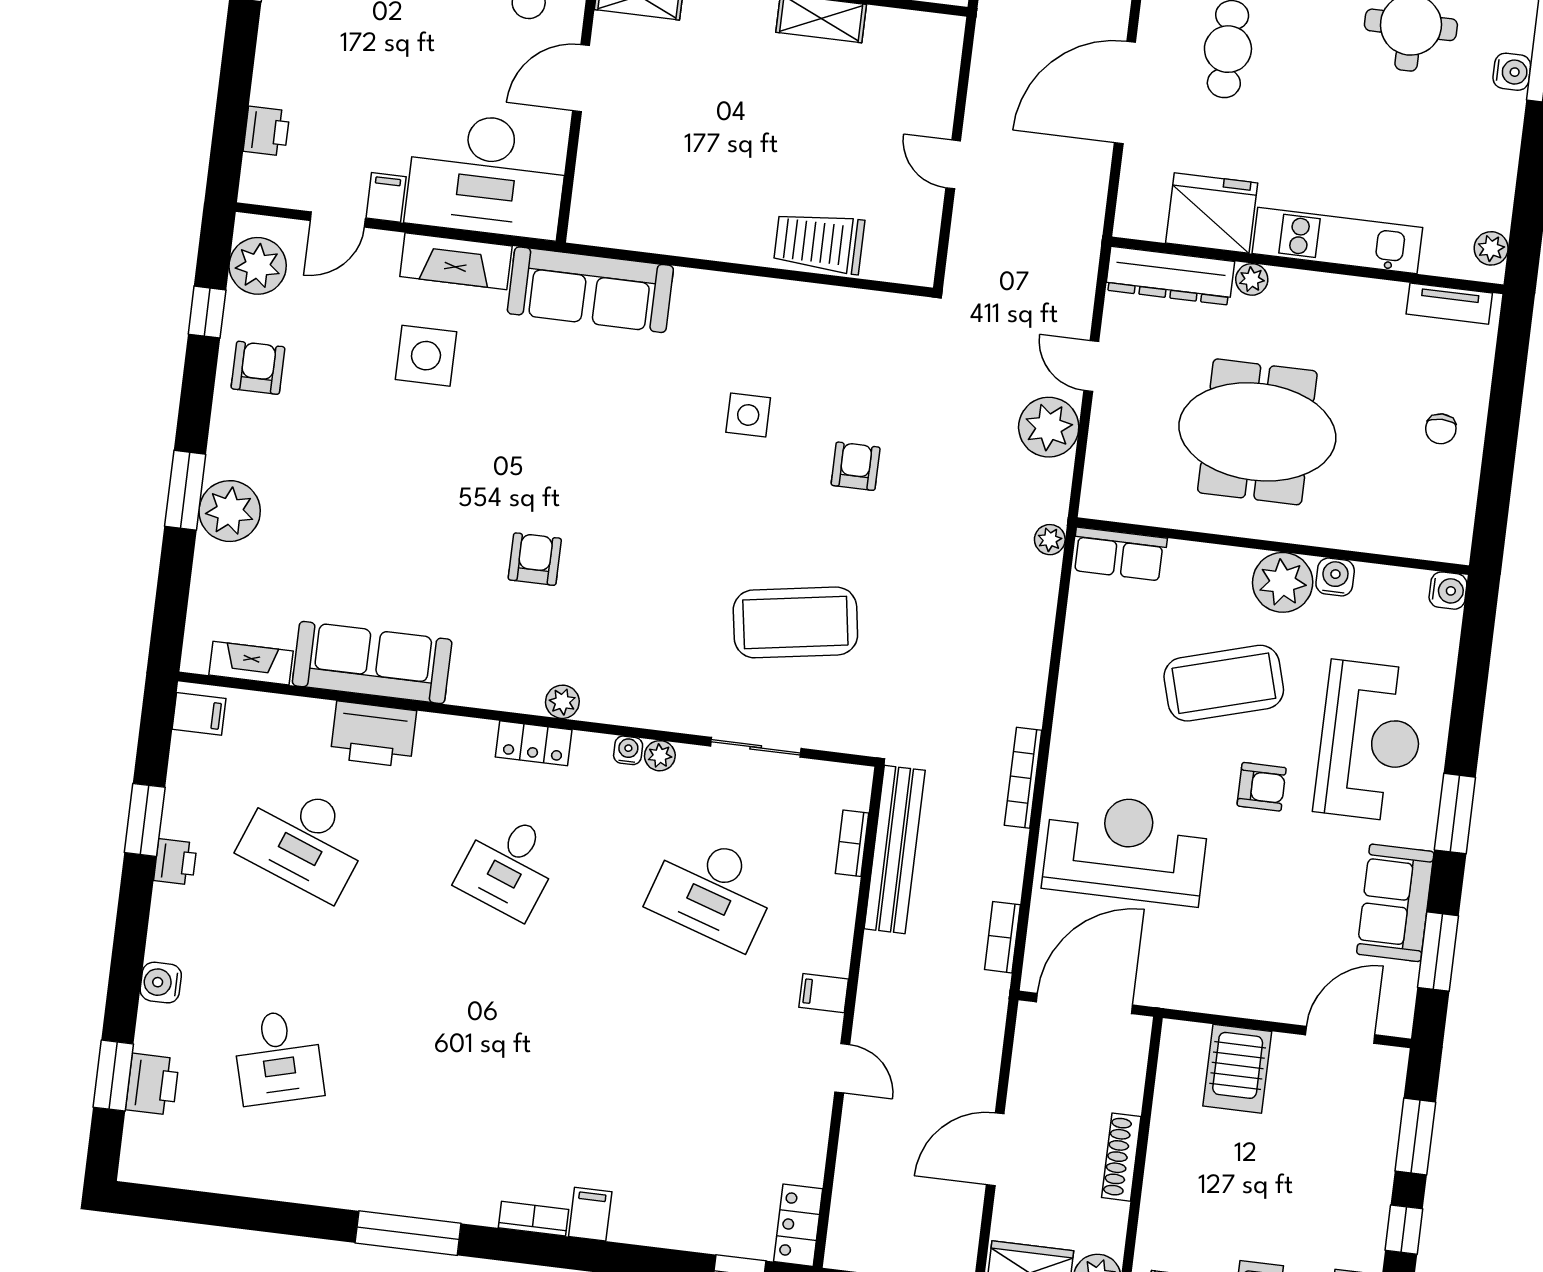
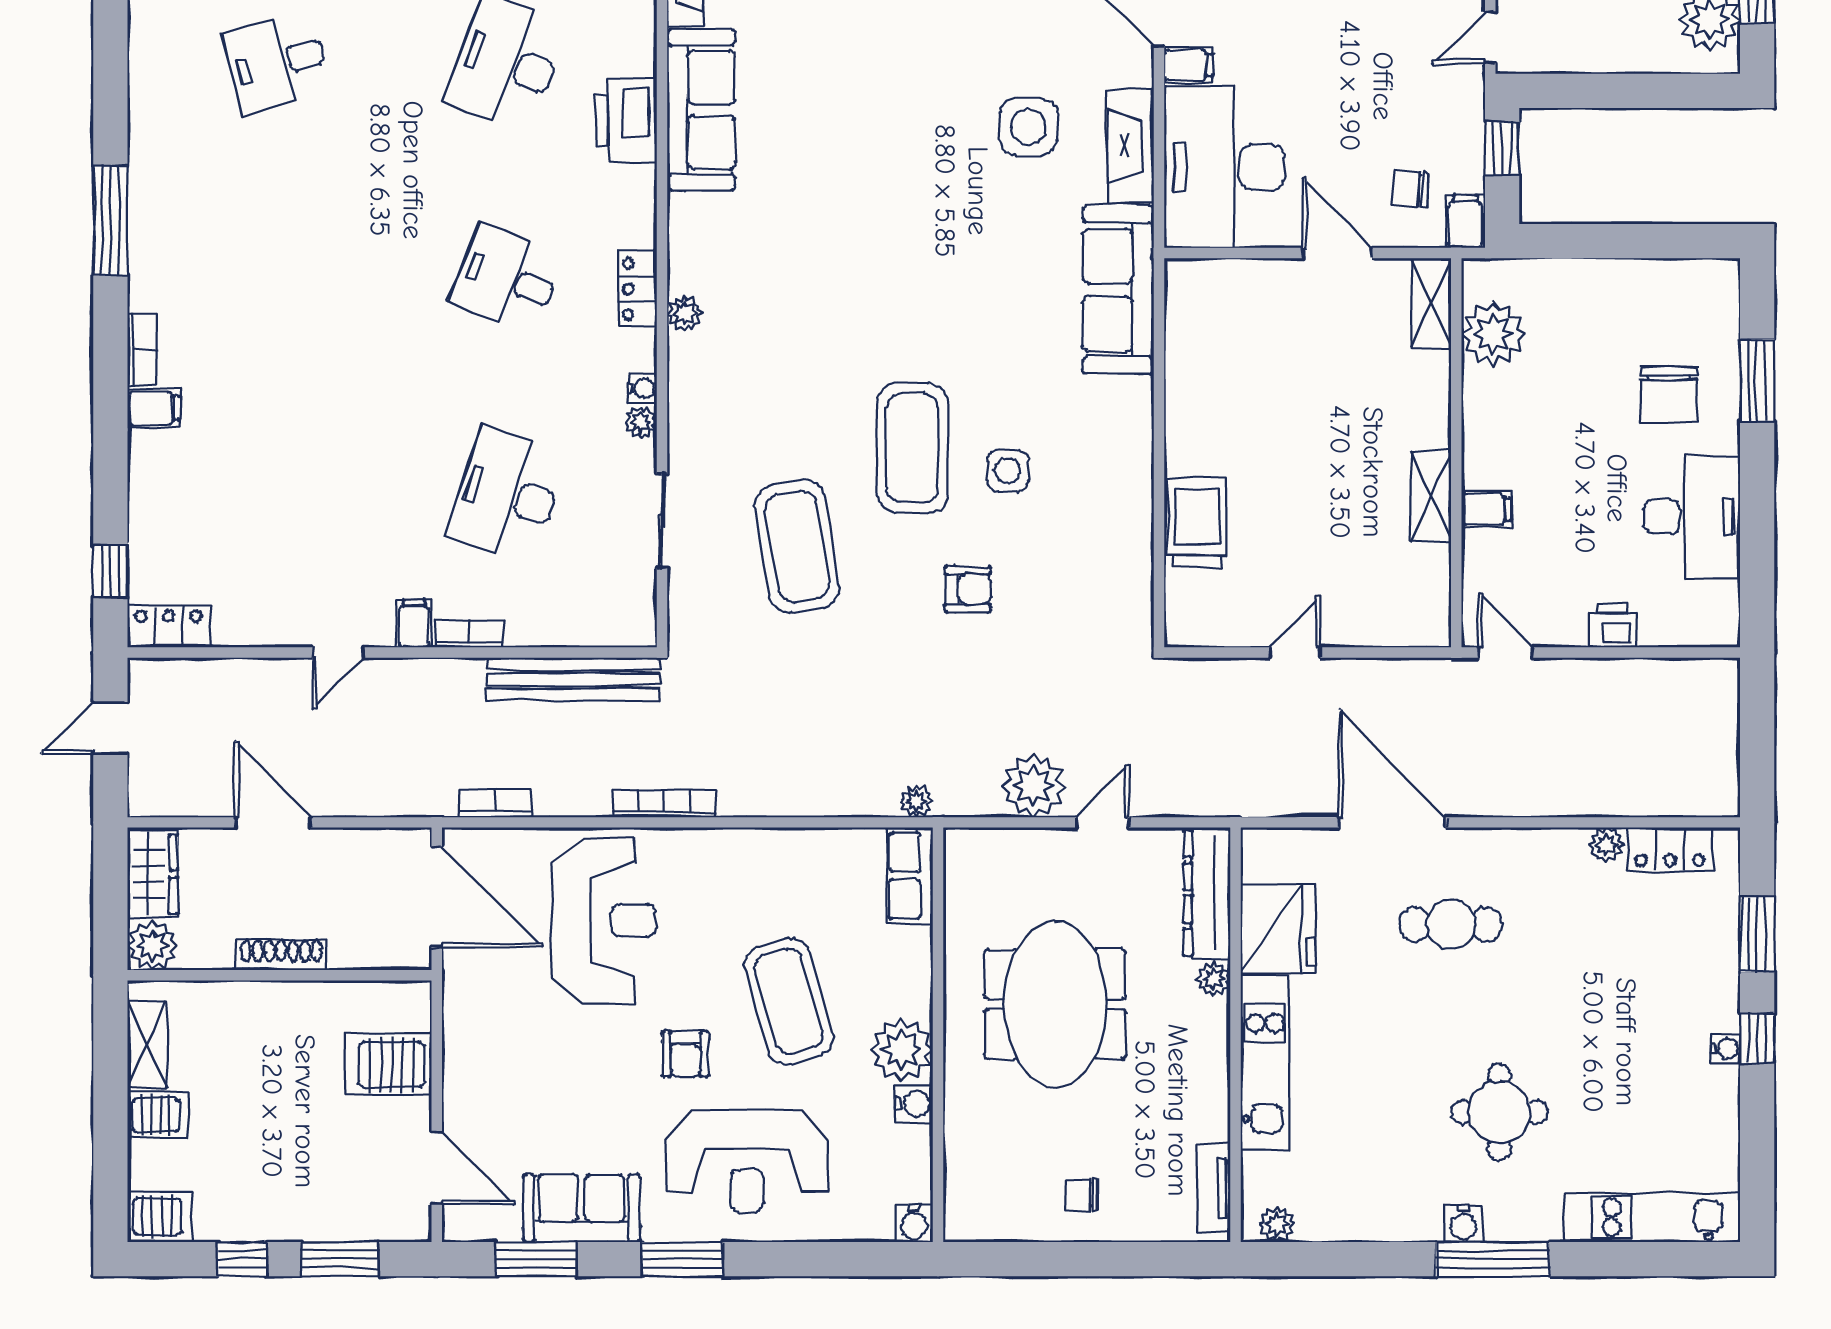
coffee table: (716, 502) -> (912, 448), added
armchair: (535, 559) -> (830, 266), removed
bookcase: (852, 843) -> (469, 634), moved

